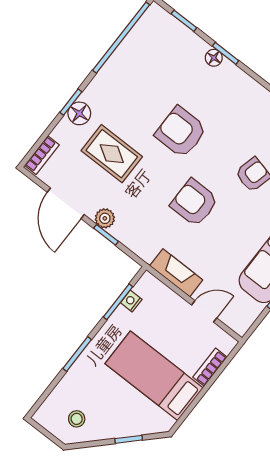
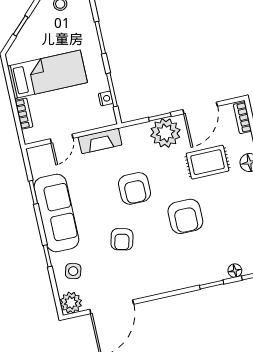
floor lamp: (214, 58) -> (235, 271), moved
armchair: (181, 132) -> (185, 216), turned 90
door: (66, 203) -> (200, 108), swing flipped
armchair: (194, 203) -> (134, 188), turned 90
plant: (105, 218) -> (165, 133), width x1.87, depth x1.87

